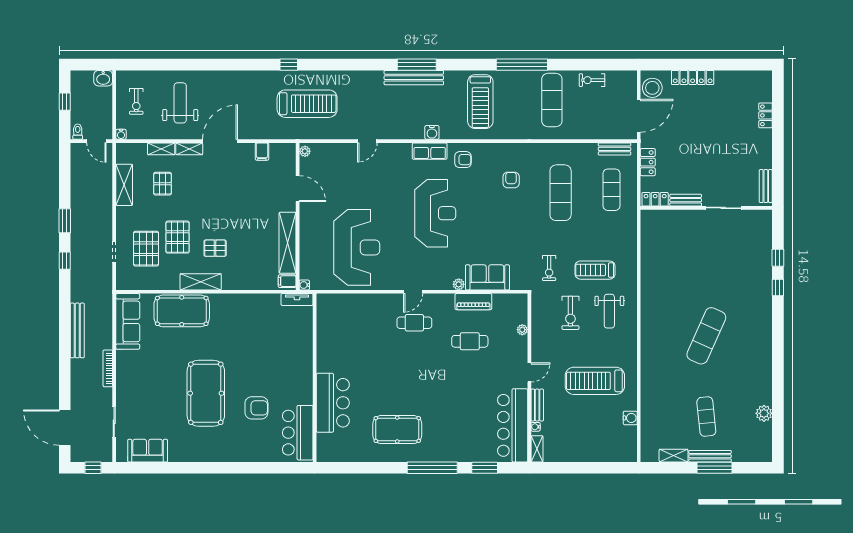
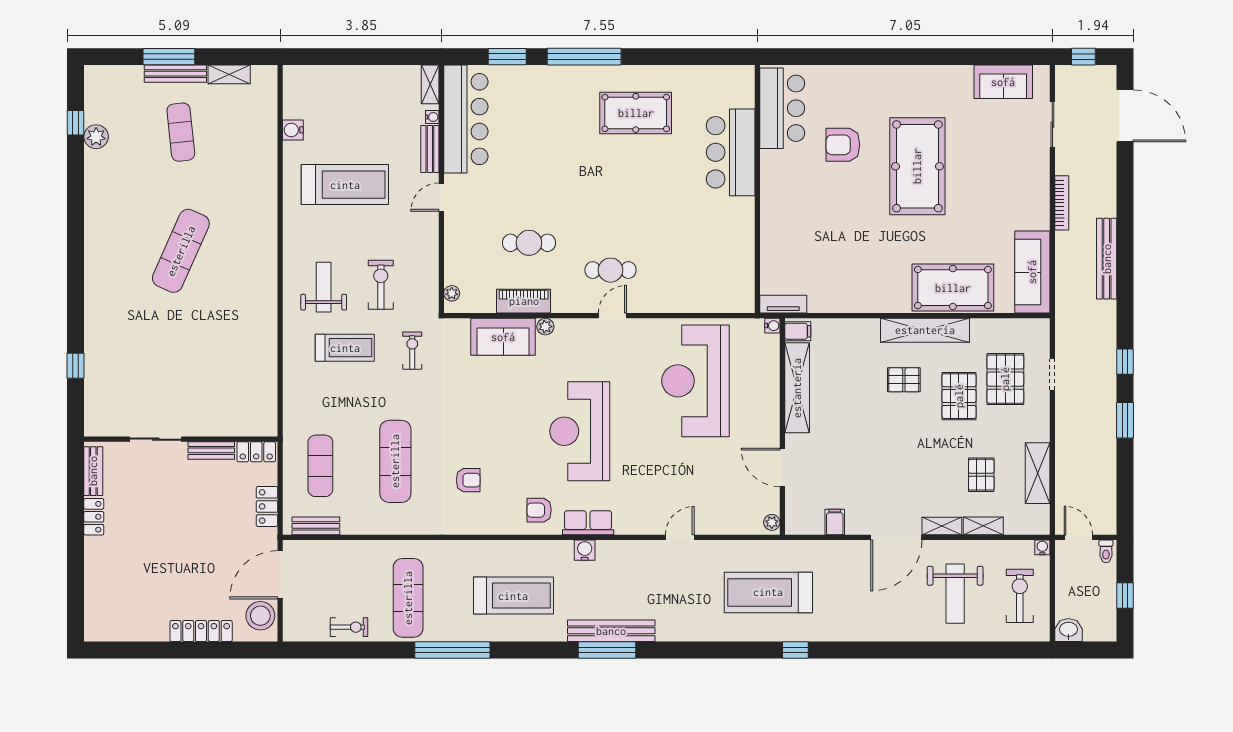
exercise bike: (136, 101) -> (1020, 596), width x1.38, depth x1.39
treadmill: (480, 102) -> (513, 596), turned 90
locker: (765, 115) -> (94, 517), moved
armchair: (511, 180) -> (468, 480), turned -90
shelving: (201, 282) -> (925, 330), width x1.47
window: (778, 287) -> (76, 123), moved
plant: (522, 330) -> (452, 293), moved

